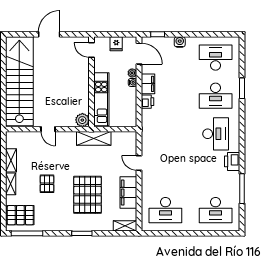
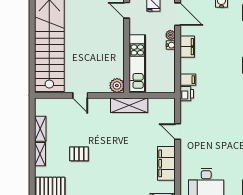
printer: (147, 102) -> (187, 94), moved
filing cabinet: (148, 115) -> (188, 80), added
pallet: (47, 184) -> (79, 154), turned 90
pallet: (87, 195) -> (122, 166), removed

